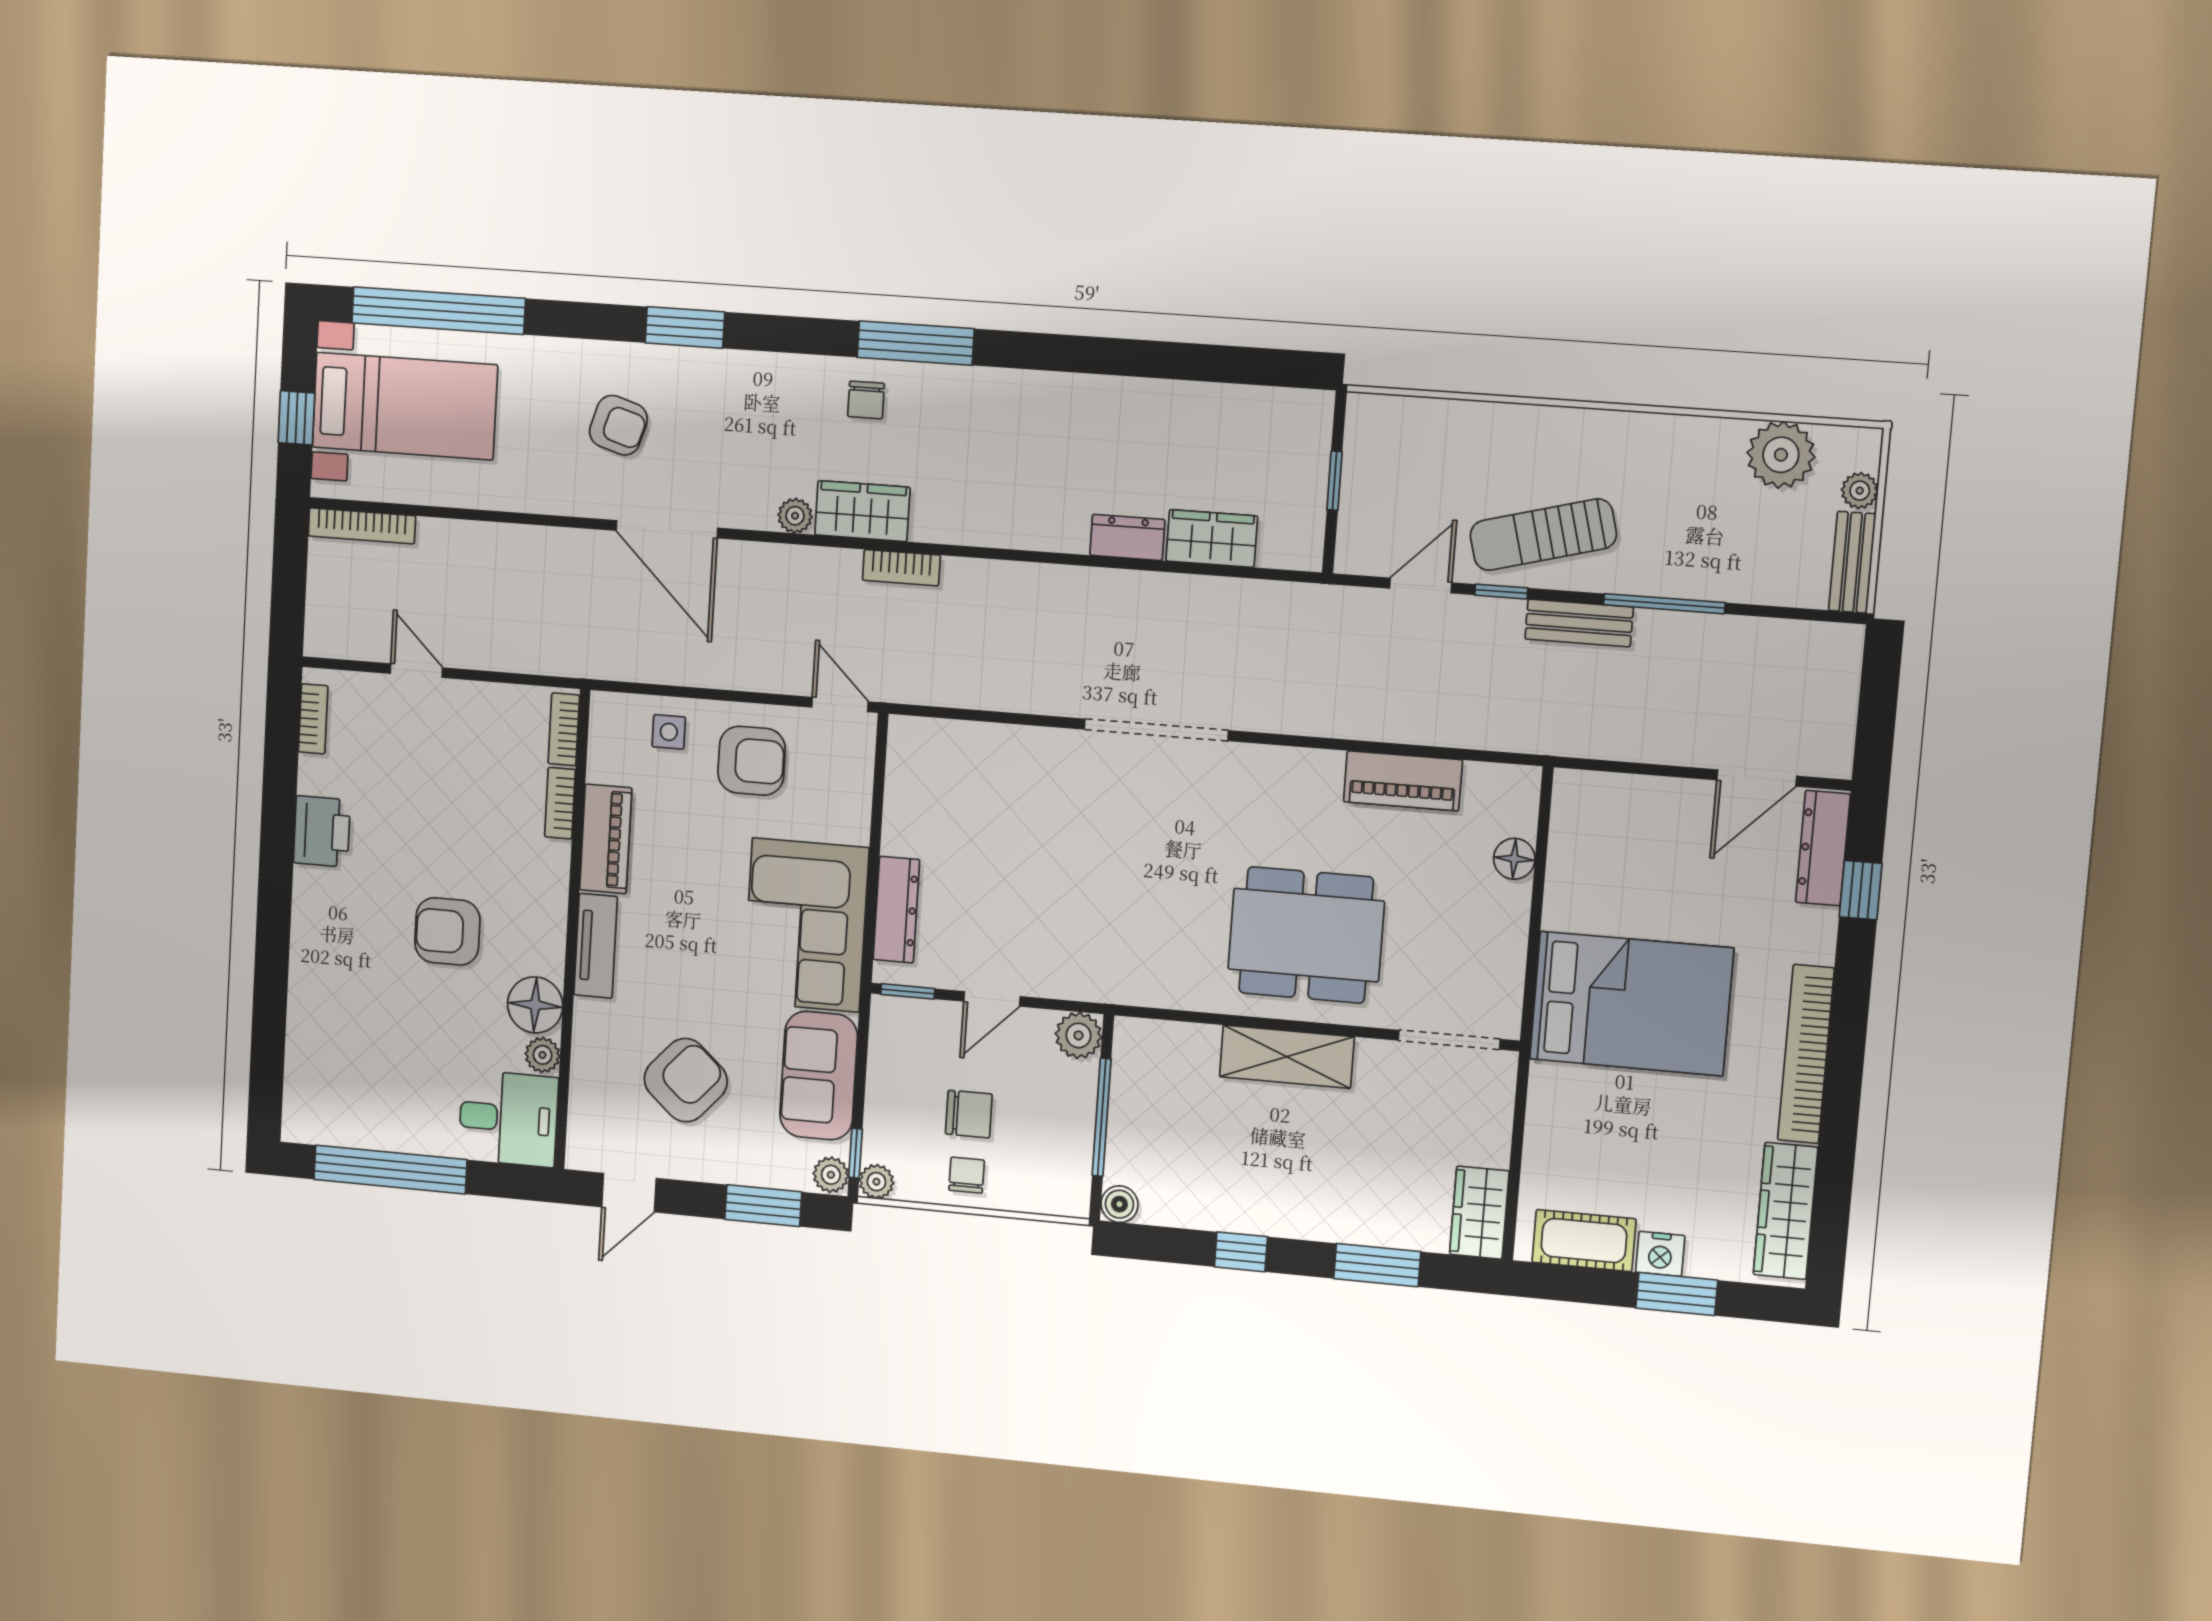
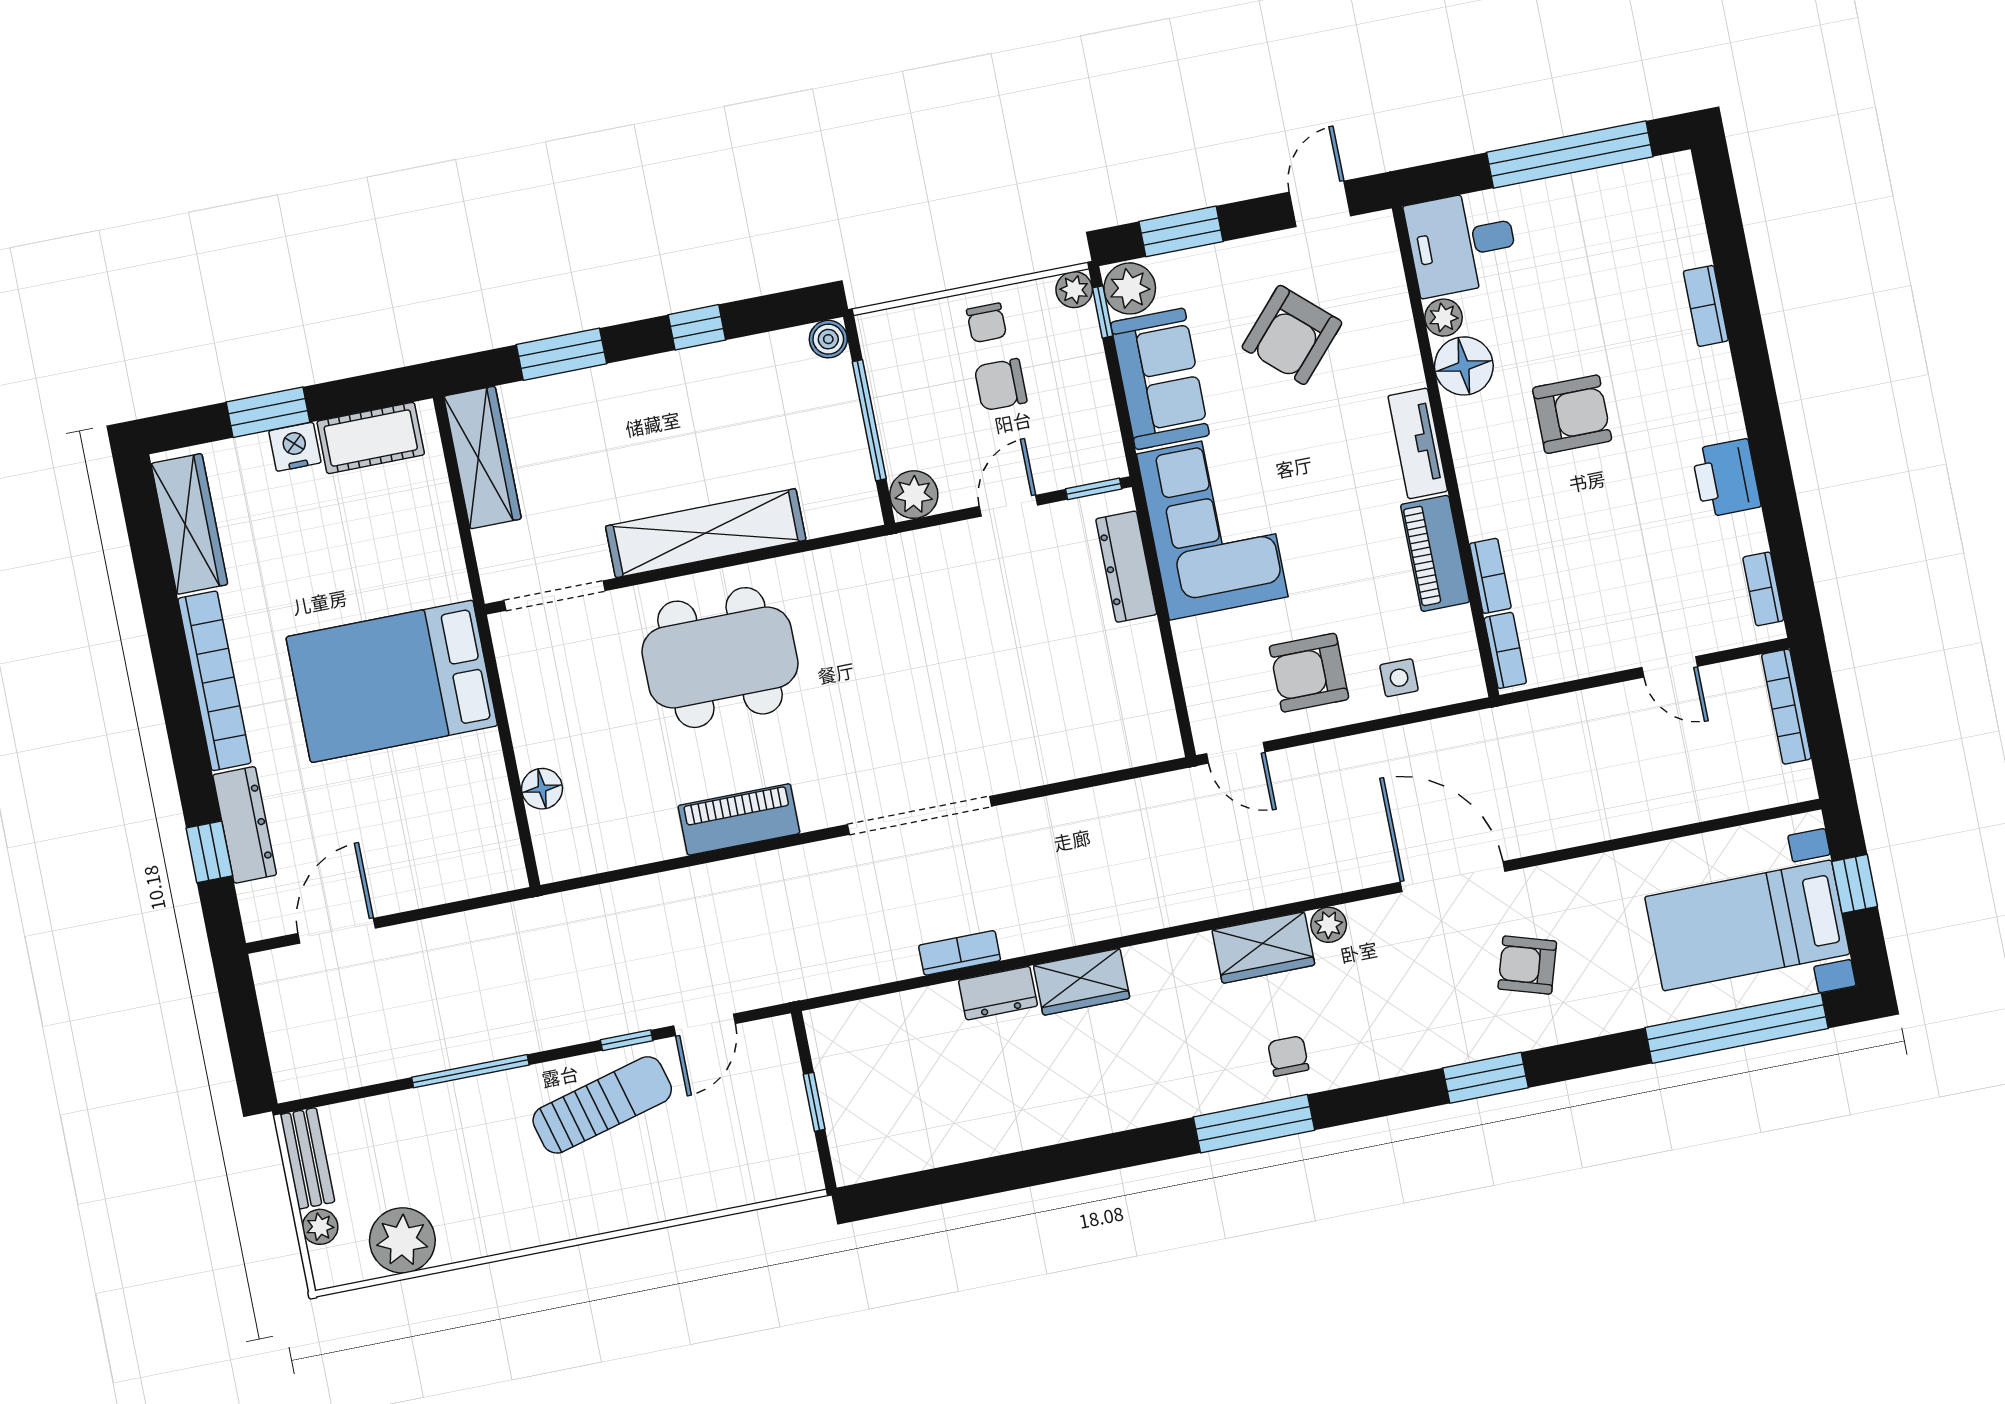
bookcase: (362, 526) -> (1786, 707), moved, turned -90
wardrobe: (1212, 539) -> (1082, 982), moved
bookcase: (901, 568) -> (960, 953), moved
bench: (1579, 623) -> (545, 1031), removed
piano: (1403, 781) -> (739, 819), moved
dresser: (1823, 848) -> (245, 825), moved
bookcase: (302, 995) -> (1706, 306), added
shelving: (1287, 1057) -> (706, 533), width x1.47
plant: (831, 1175) -> (1130, 288), width x1.38, depth x1.38
wardrobe: (1479, 1213) -> (482, 458), width x1.50

